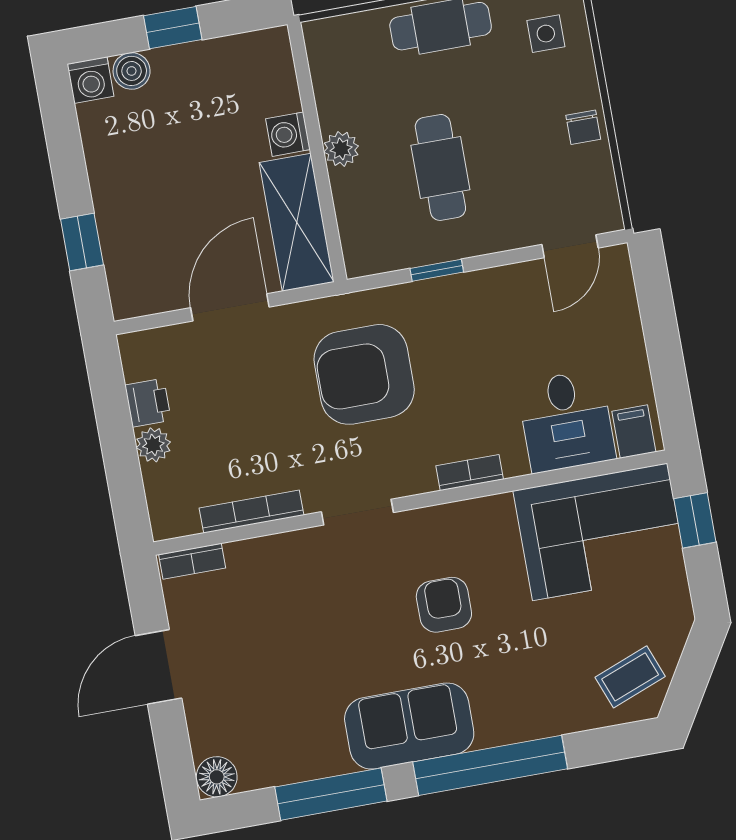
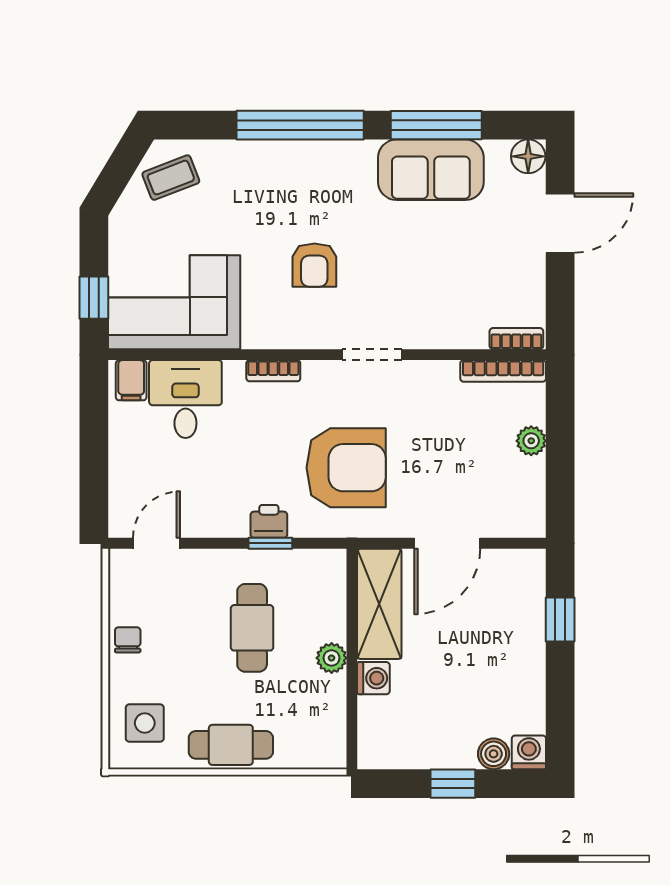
side table: (546, 34) -> (145, 723), width x1.37, depth x1.37
printer: (148, 403) -> (269, 521), moved, turned 90
bookcase: (251, 512) -> (503, 371), moved
door: (158, 667) -> (560, 223), moved
sofa: (409, 726) -> (431, 170), moved

